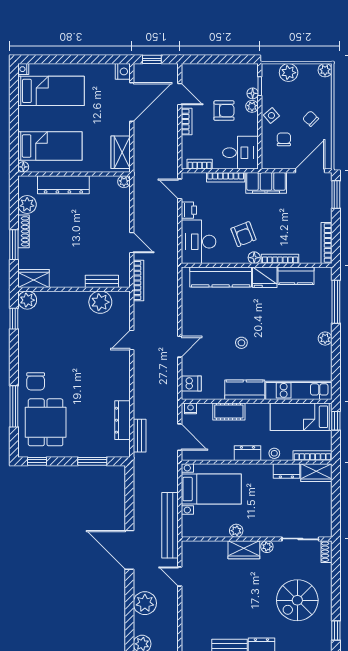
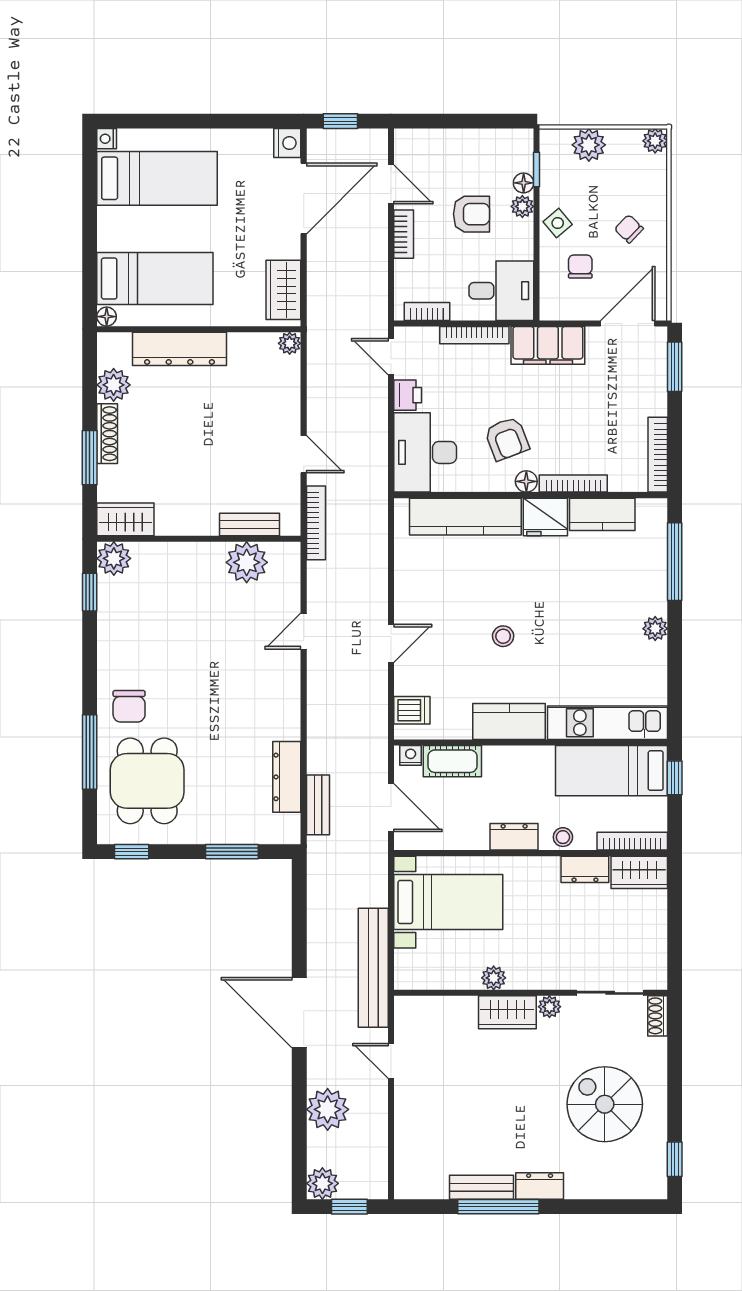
cot: (229, 412) -> (452, 761), moved
spiral stairs: (297, 600) -> (605, 1104), turned 90

